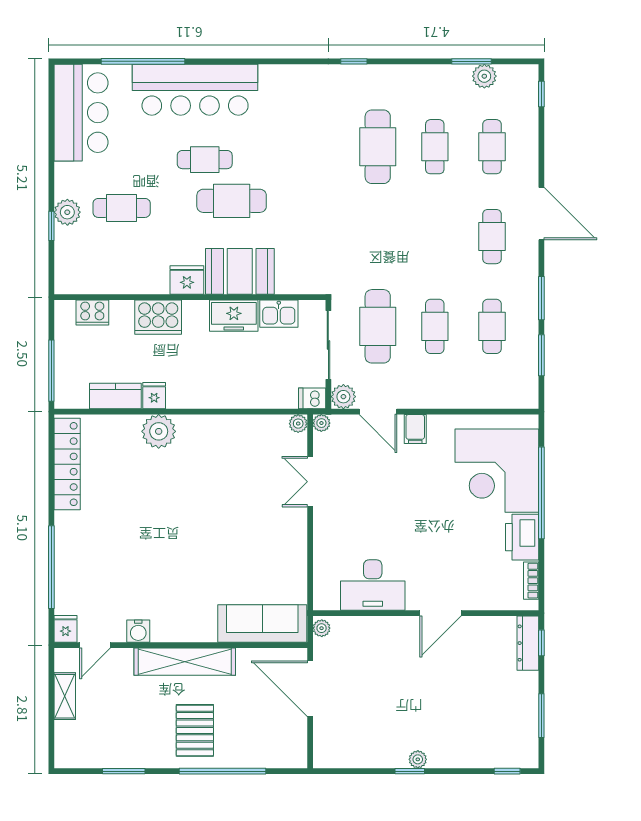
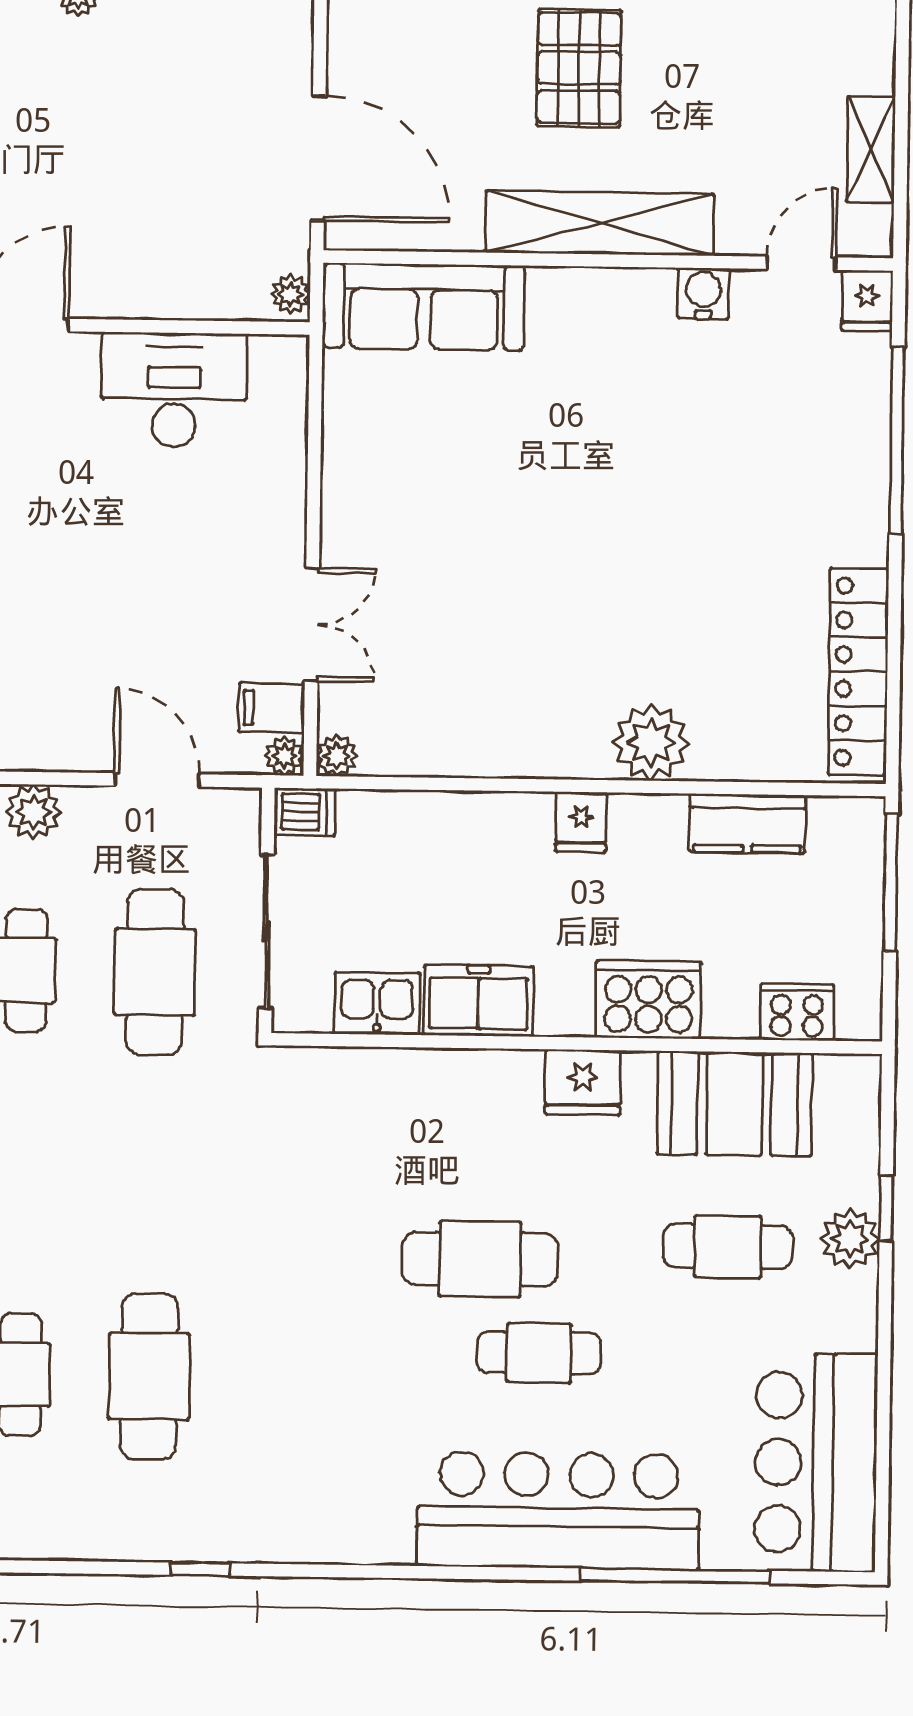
booth: (240, 271) -> (735, 1104), moved
fridge: (154, 396) -> (581, 822), moved
plant: (343, 397) -> (34, 812), moved
filing cabinet: (415, 429) -> (272, 708), moved, turned -90

